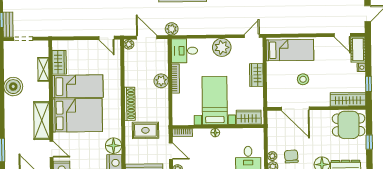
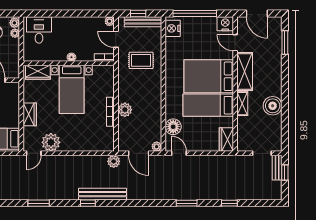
plant: (222, 47) -> (51, 142), moved
desk: (184, 51) -> (101, 139), removed
wardrobe: (59, 62) -> (226, 140), moved
shelving: (43, 69) -> (242, 104), moved
shoe rack: (130, 104) -> (156, 87), removed
floor lamp: (114, 146) -> (173, 127), moved

